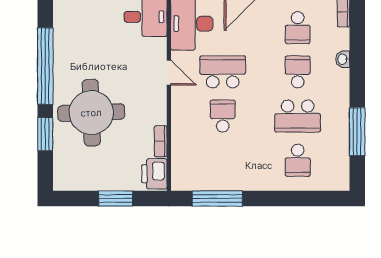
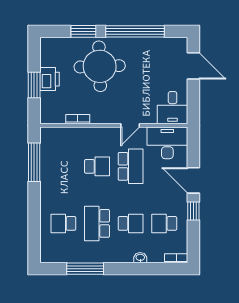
printer: (154, 174) -> (50, 79), moved, turned 90

